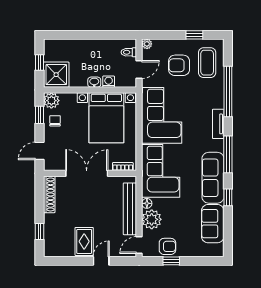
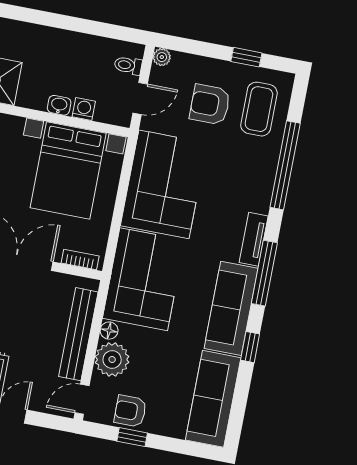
tv unit: (218, 124) -> (254, 239), moved
sofa: (213, 224) -> (213, 399), width x1.36
armchair: (167, 246) -> (130, 411), turned 180

